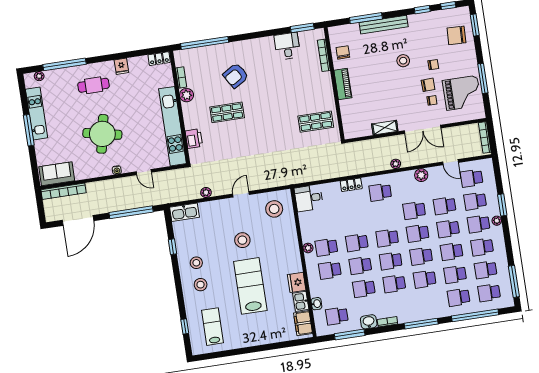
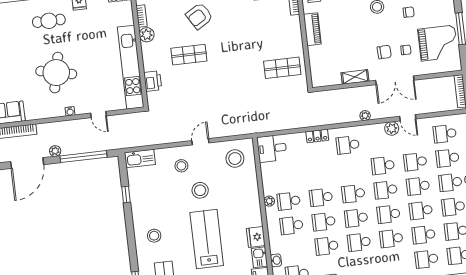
chair: (428, 85) -> (384, 52), moved
door: (450, 162) -> (408, 118), moved
plant: (206, 192) -> (55, 151), moved
stool: (196, 263) -> (181, 166), moved

